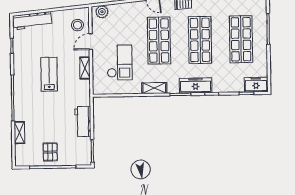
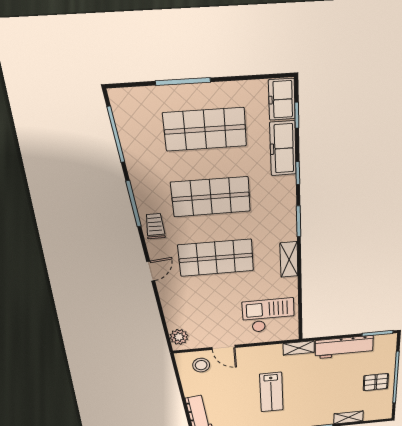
checkout: (120, 63) -> (268, 315), moved
shelving: (85, 68) -> (299, 348), moved
lab bench: (49, 74) -> (271, 392), turned -90
freezer: (196, 85) -> (283, 148), moved
workbench: (83, 121) -> (344, 347), width x1.38

